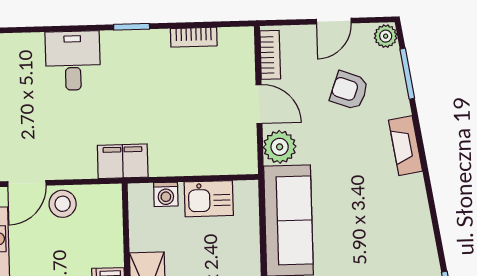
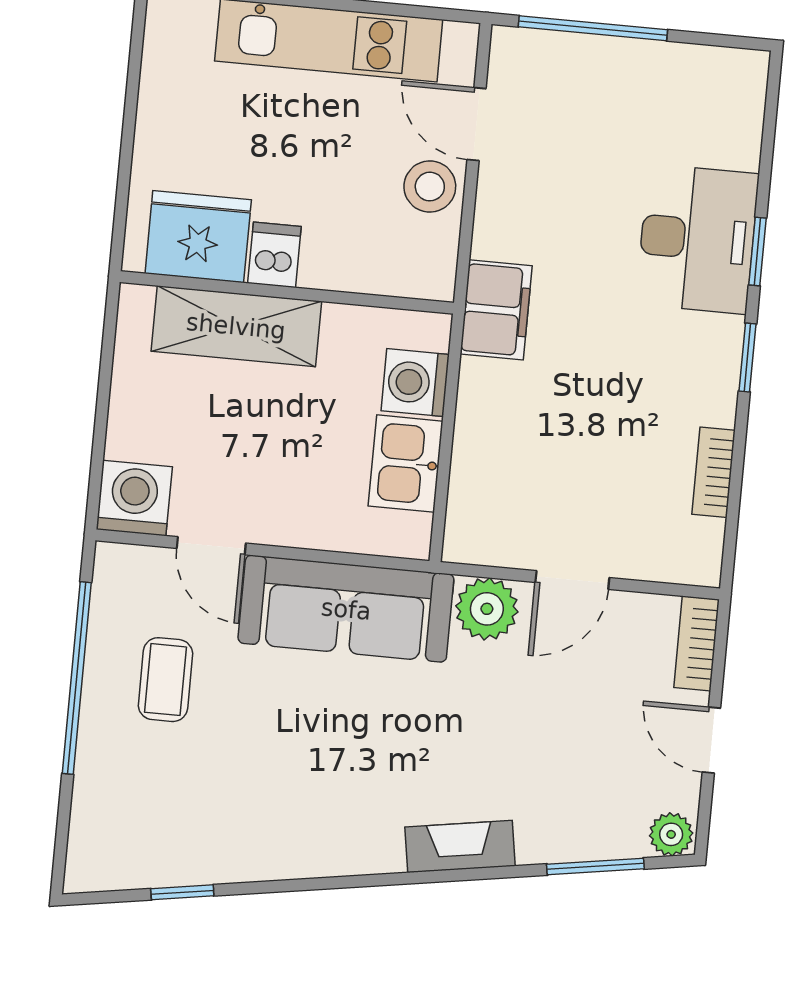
window: (75, 28) -> (758, 252), added
bookcase: (270, 55) -> (697, 643), moved, turned 90
desk: (73, 61) -> (697, 239), width x1.37
armchair: (349, 90) -> (577, 753), removed
washing machine: (166, 194) -> (415, 383), width x1.38, depth x1.38

